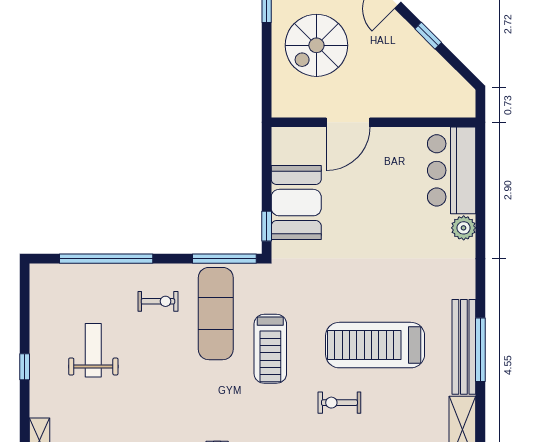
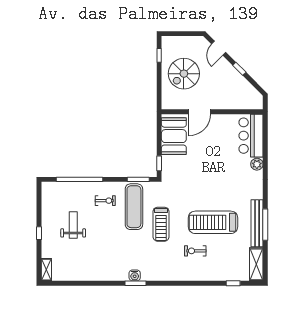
booth: (296, 203) -> (174, 136), moved
window: (224, 259) -> (138, 179), width x0.69

